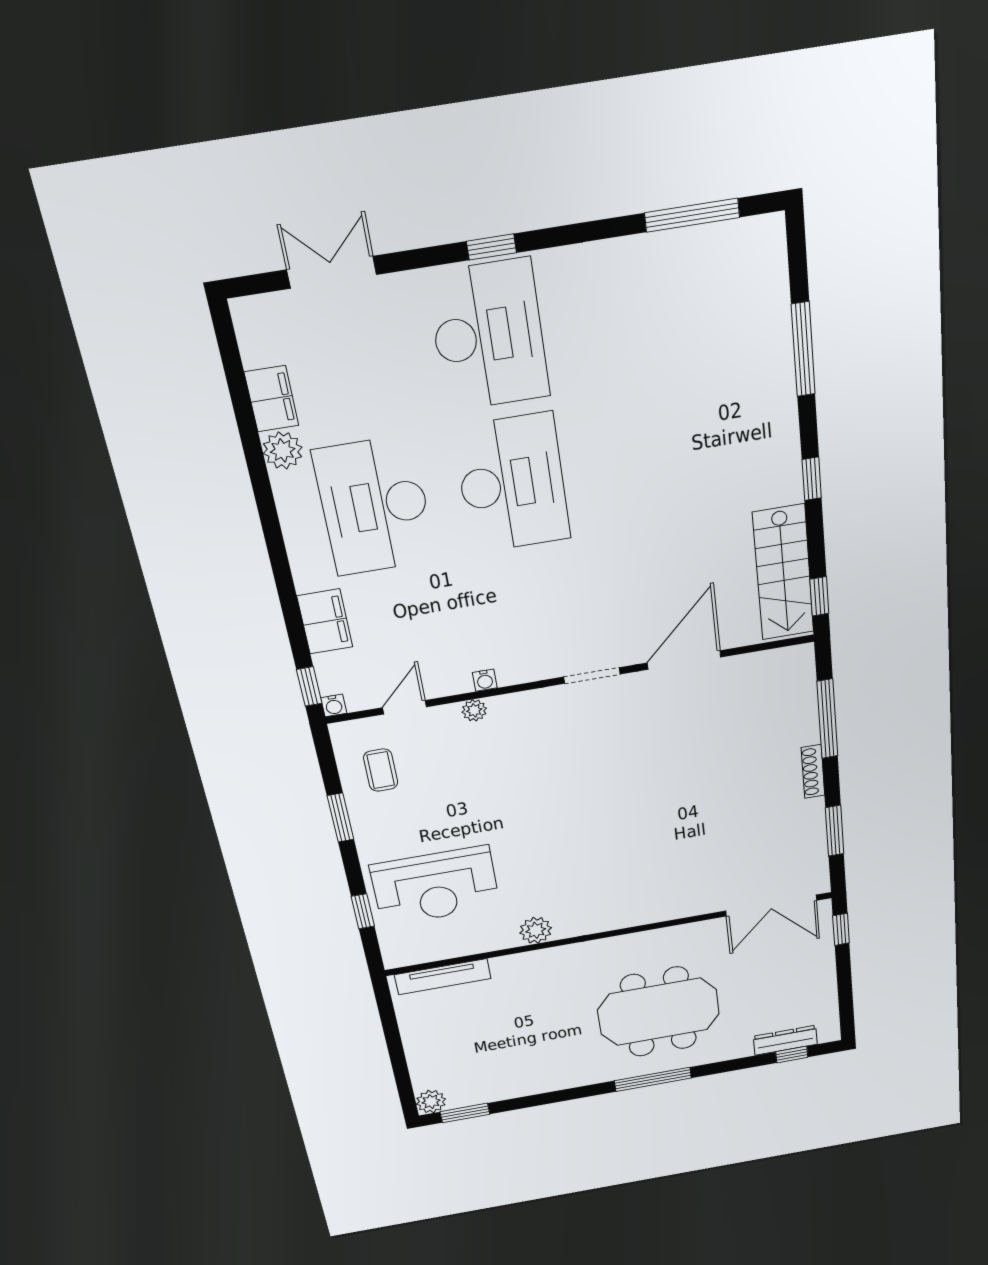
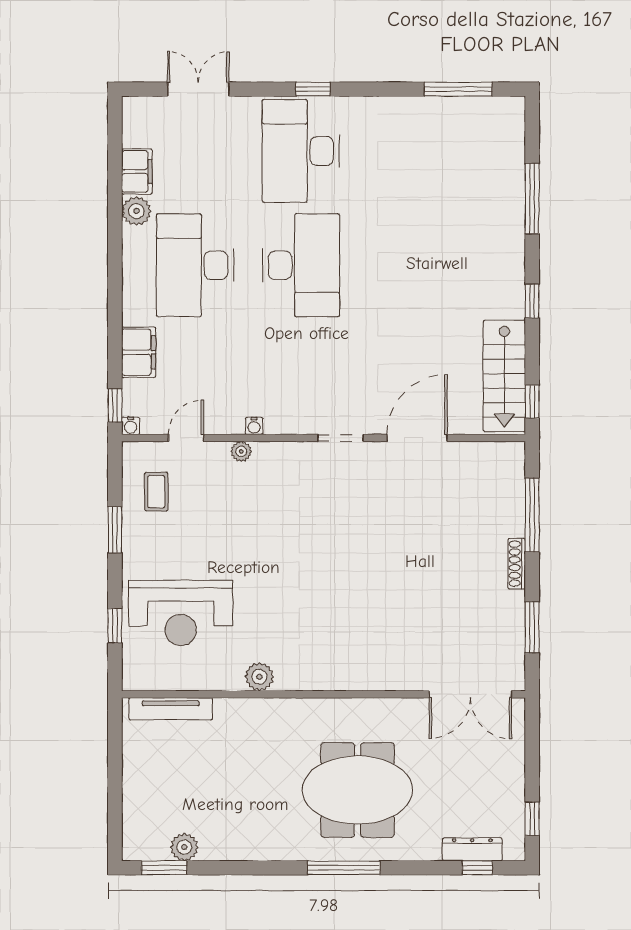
desk: (488, 335) -> (301, 151), turned 180
window: (841, 929) -> (532, 819), moved
plant: (431, 1102) -> (184, 847), moved

